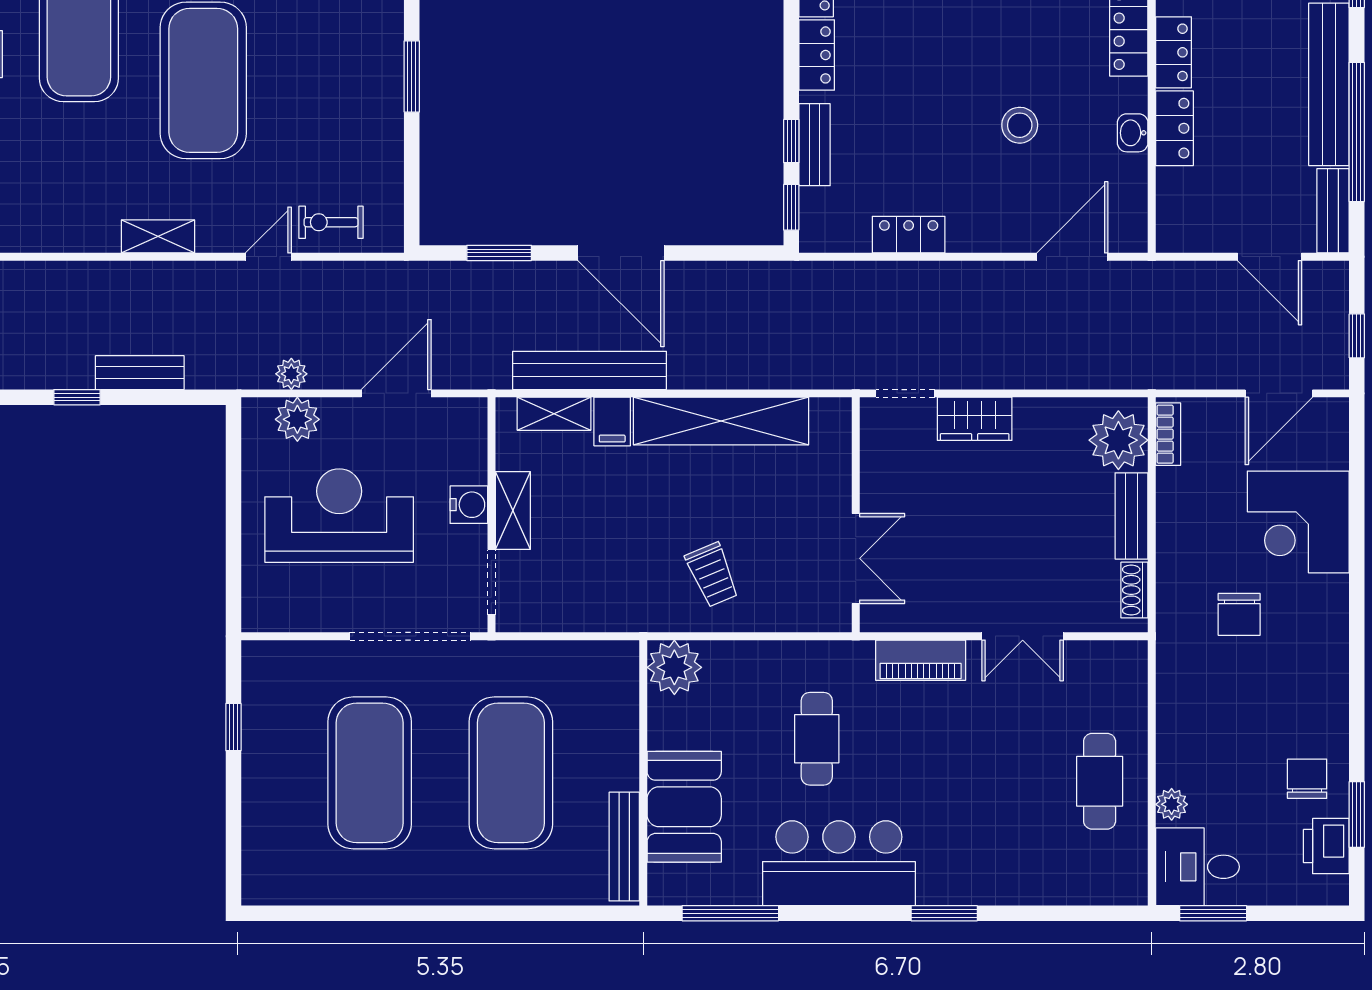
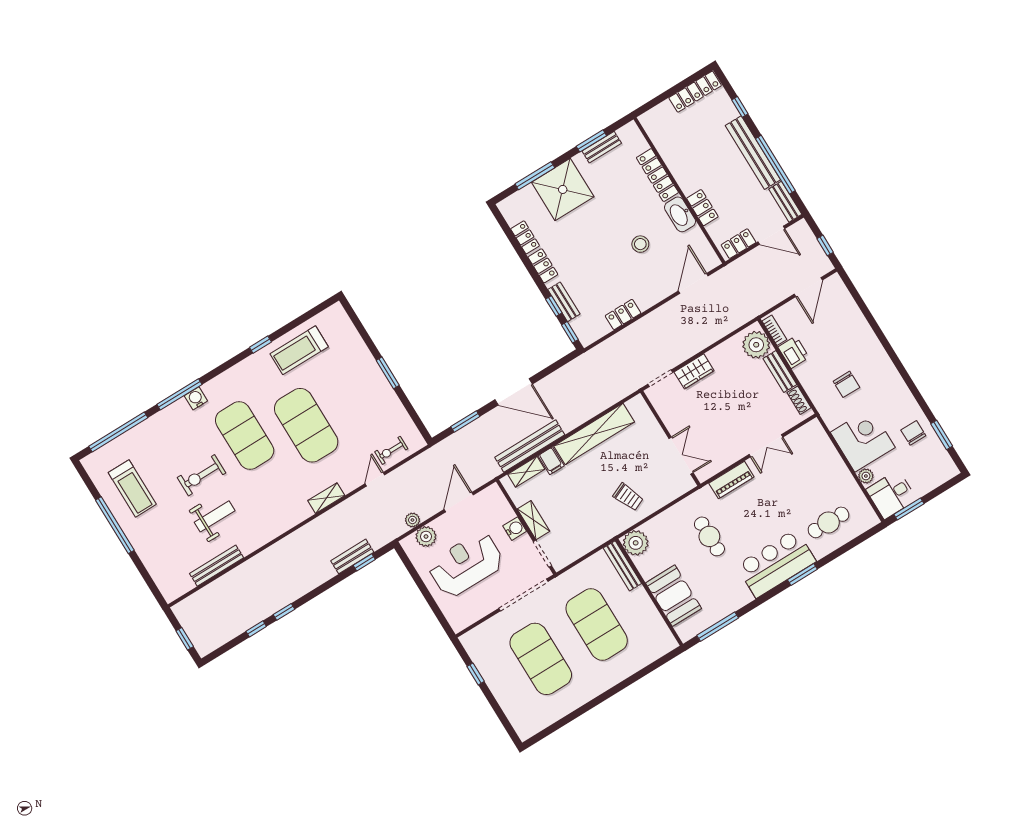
locker: (1174, 52) -> (738, 244), moved, turned -90
washbasin: (1133, 133) -> (680, 214), width x1.91, depth x1.45
window: (77, 397) -> (364, 562), moved
corner desk: (1298, 522) -> (863, 440), moved, turned 180
cafe table: (1100, 781) -> (828, 522), moved, turned 90
printer: (1326, 846) -> (794, 352), moved, turned 180
bench: (624, 847) -> (622, 566), moved
bar counter: (839, 863) -> (776, 563), moved

